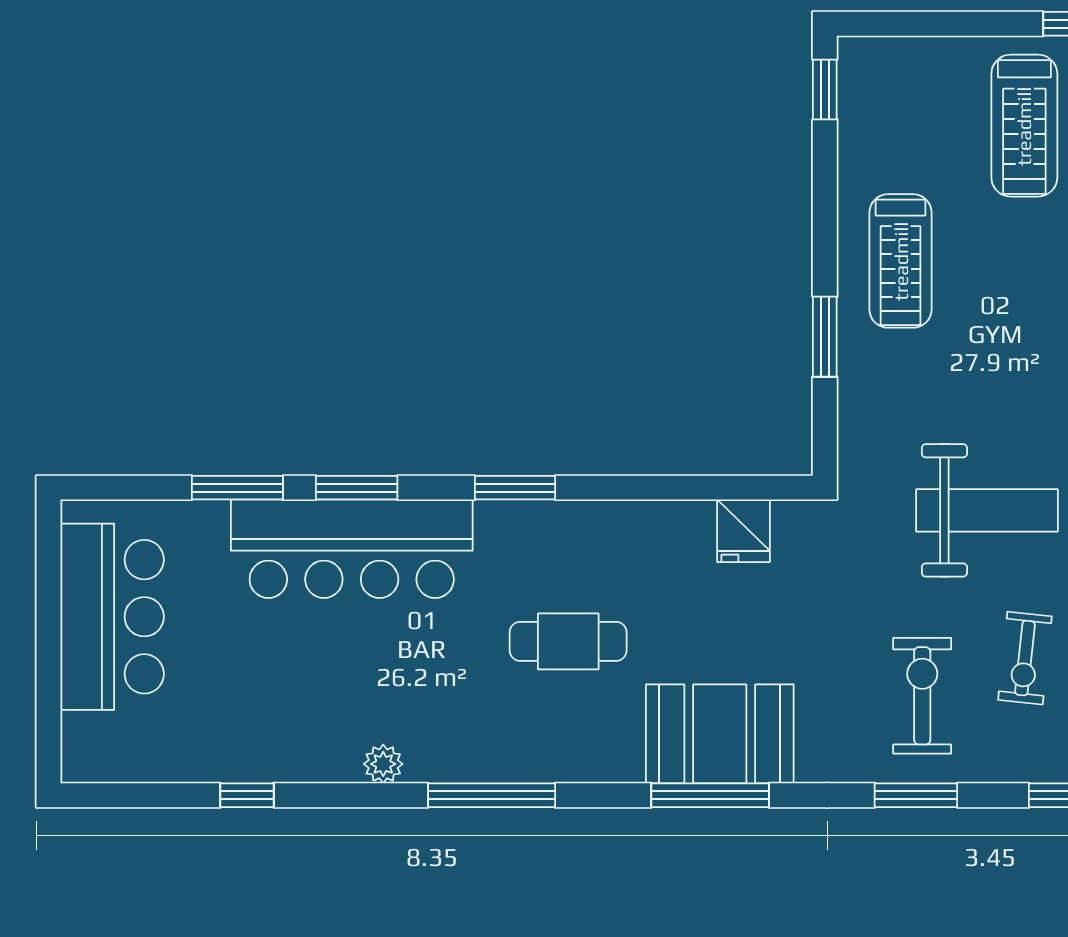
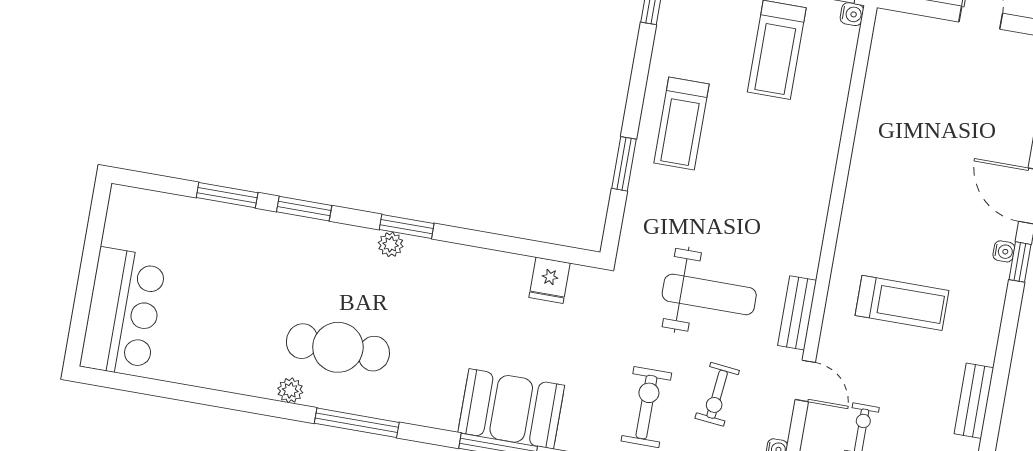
plant: (496, 519) -> (391, 244), added
bar counter: (352, 549) -> (294, 248), removed
bar counter: (112, 617) -> (123, 312), moved
cafe table: (568, 641) -> (338, 347), moved, width x1.37, depth x1.35
window: (247, 795) -> (199, 395), removed

